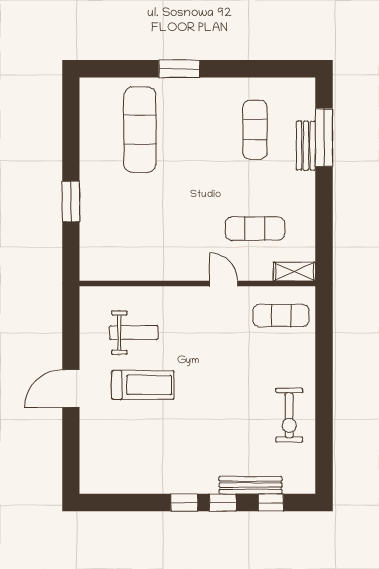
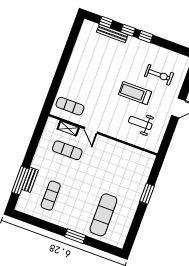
shelving: (294, 272) -> (68, 128), moved
treadmill: (143, 385) -> (135, 93), moved
exercise bike: (289, 415) -> (159, 75), moved, turned 90

